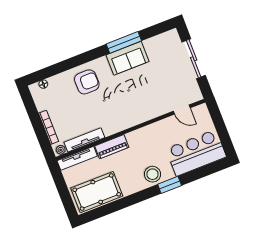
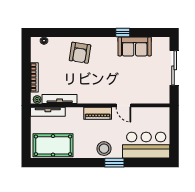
window: (124, 42) -> (123, 32), width x0.46
sofa: (128, 58) -> (135, 46), moved
armchair: (87, 82) -> (80, 53), turned 99
door: (182, 110) -> (123, 105), moved
piano: (112, 147) -> (98, 113), moved

